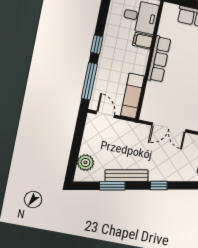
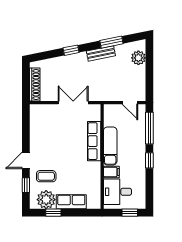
row of seats: (159, 59) -> (94, 141), moved
exam couch: (132, 96) -> (110, 146), moved
bench: (126, 176) -> (101, 53), width x0.73

